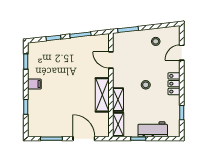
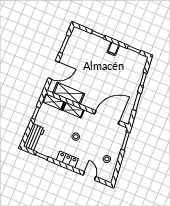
door: (111, 60) -> (107, 117), width x1.87
shelving: (102, 95) -> (69, 93), moved
workbench: (153, 129) -> (34, 137), moved

